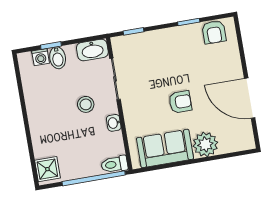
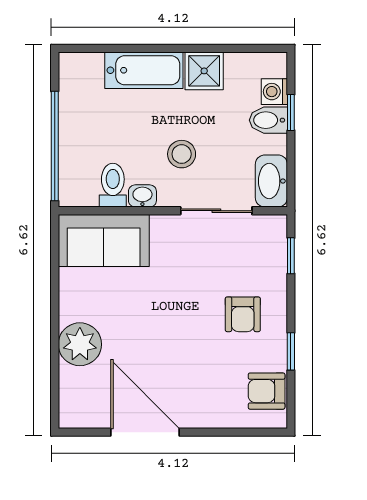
door: (250, 98) -> (145, 432), hinge flipped
armchair: (180, 102) -> (243, 314), moved
bathtub: (41, 134) -> (144, 70), added
sofa: (165, 148) -> (104, 241), moved, turned 90
toilet: (114, 164) -> (113, 185), moved
shower: (47, 169) -> (204, 71), moved

